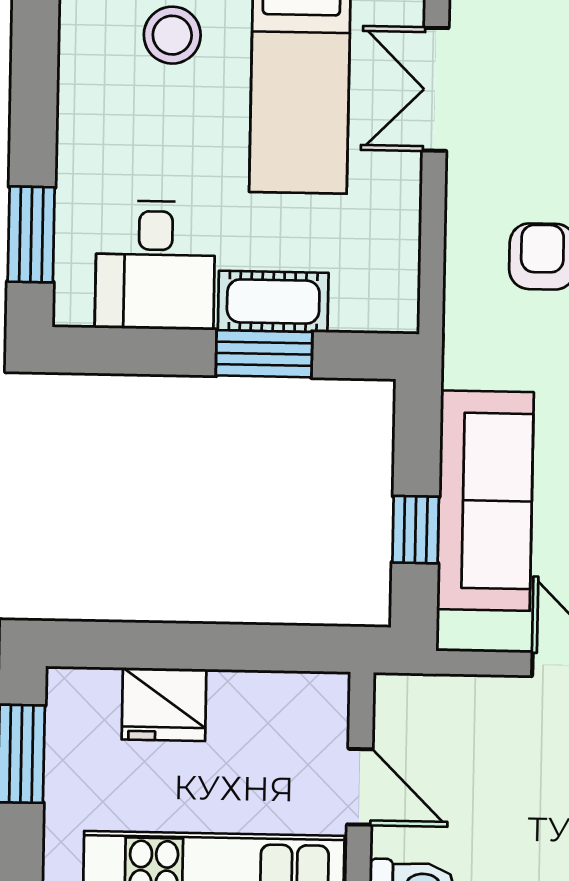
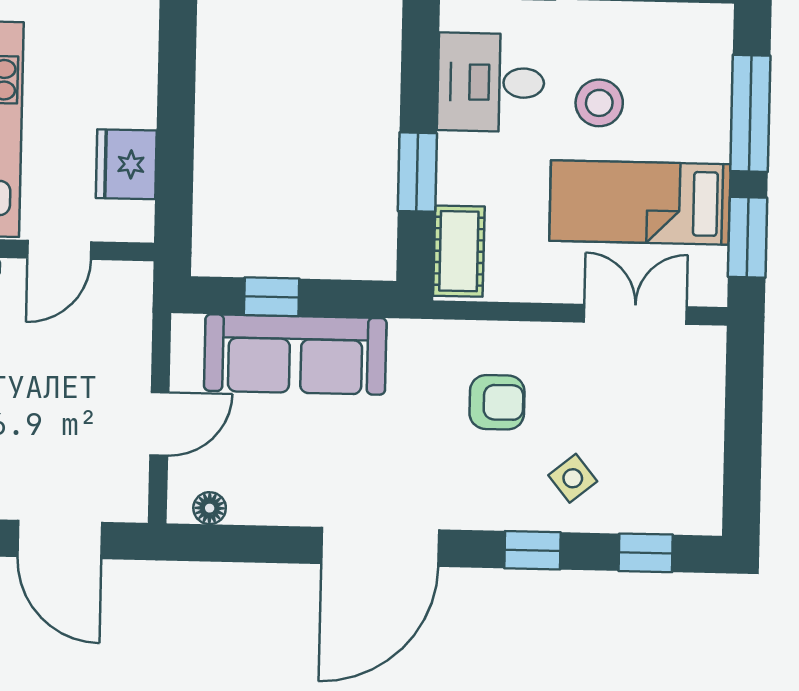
stool: (172, 35) -> (599, 103), moved
cot: (273, 302) -> (459, 251), moved
fridge: (164, 704) -> (126, 164), moved

